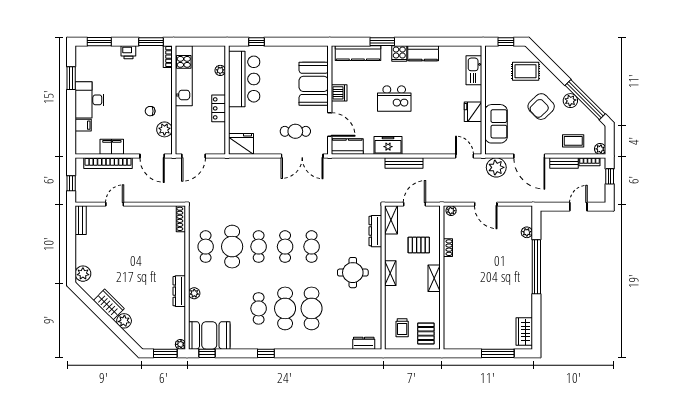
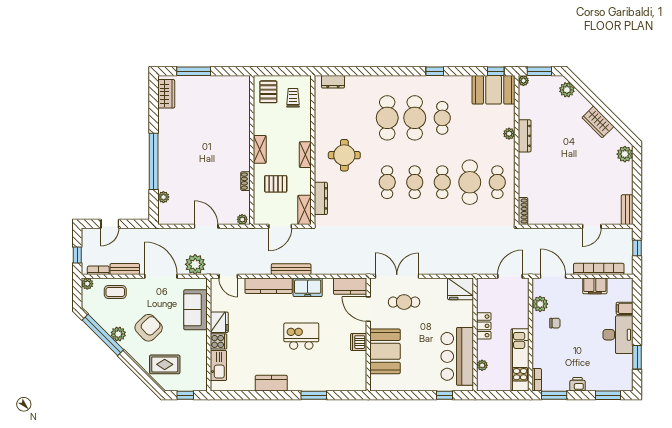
kitchen counter: (358, 53) -> (269, 286), moved, turned 180
cooker: (399, 53) -> (219, 341), moved, turned 90
plant: (124, 321) -> (567, 90), moved

